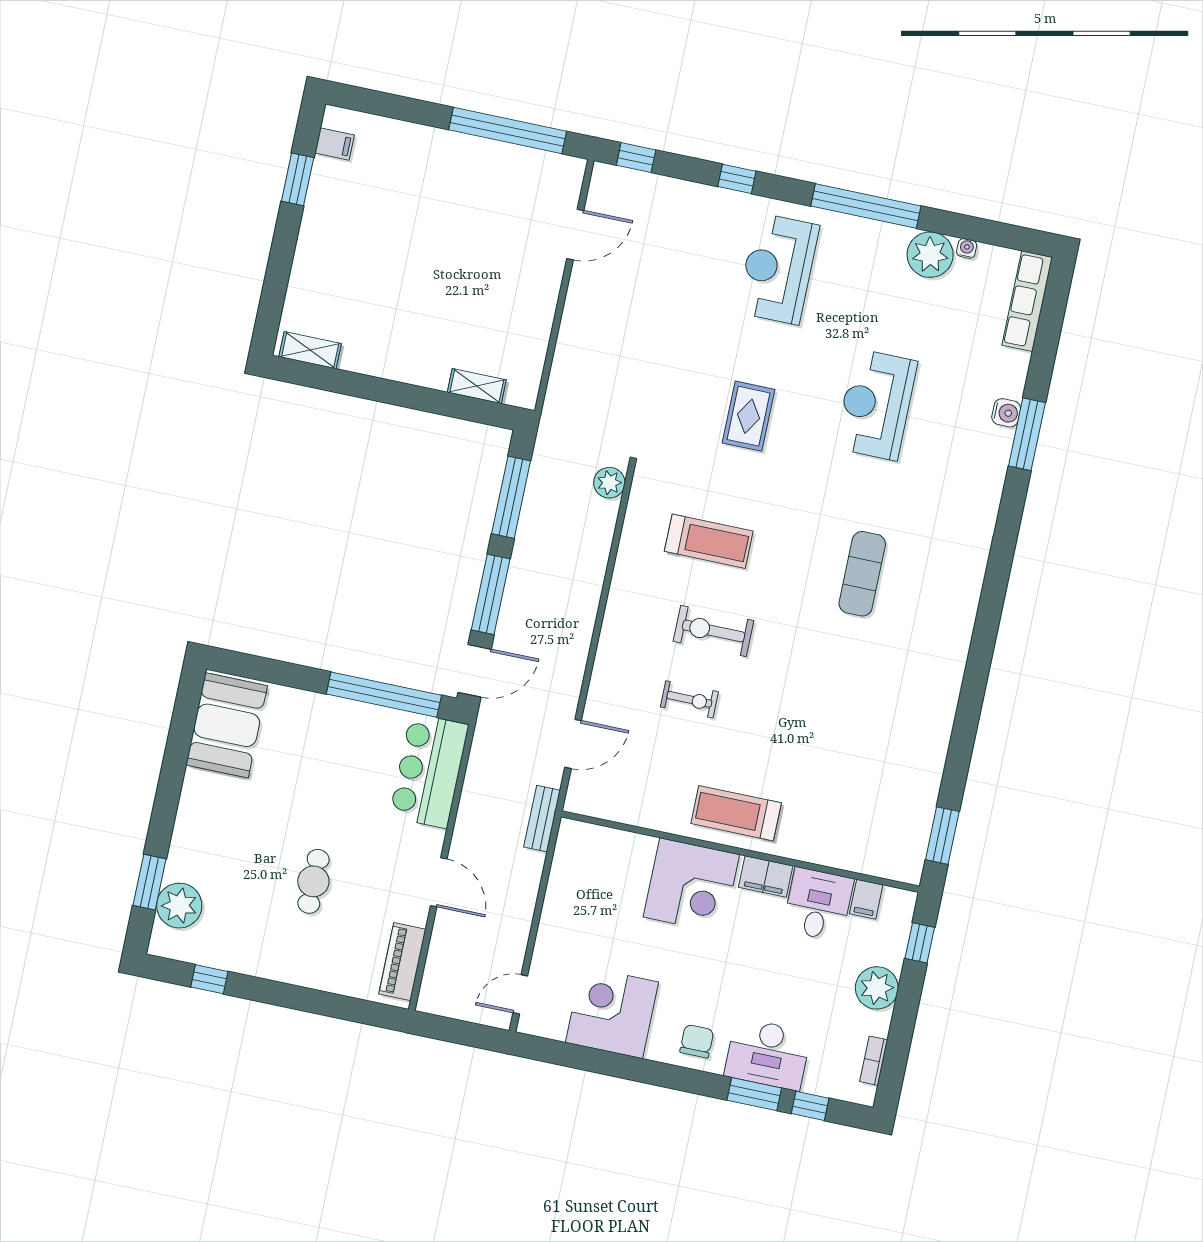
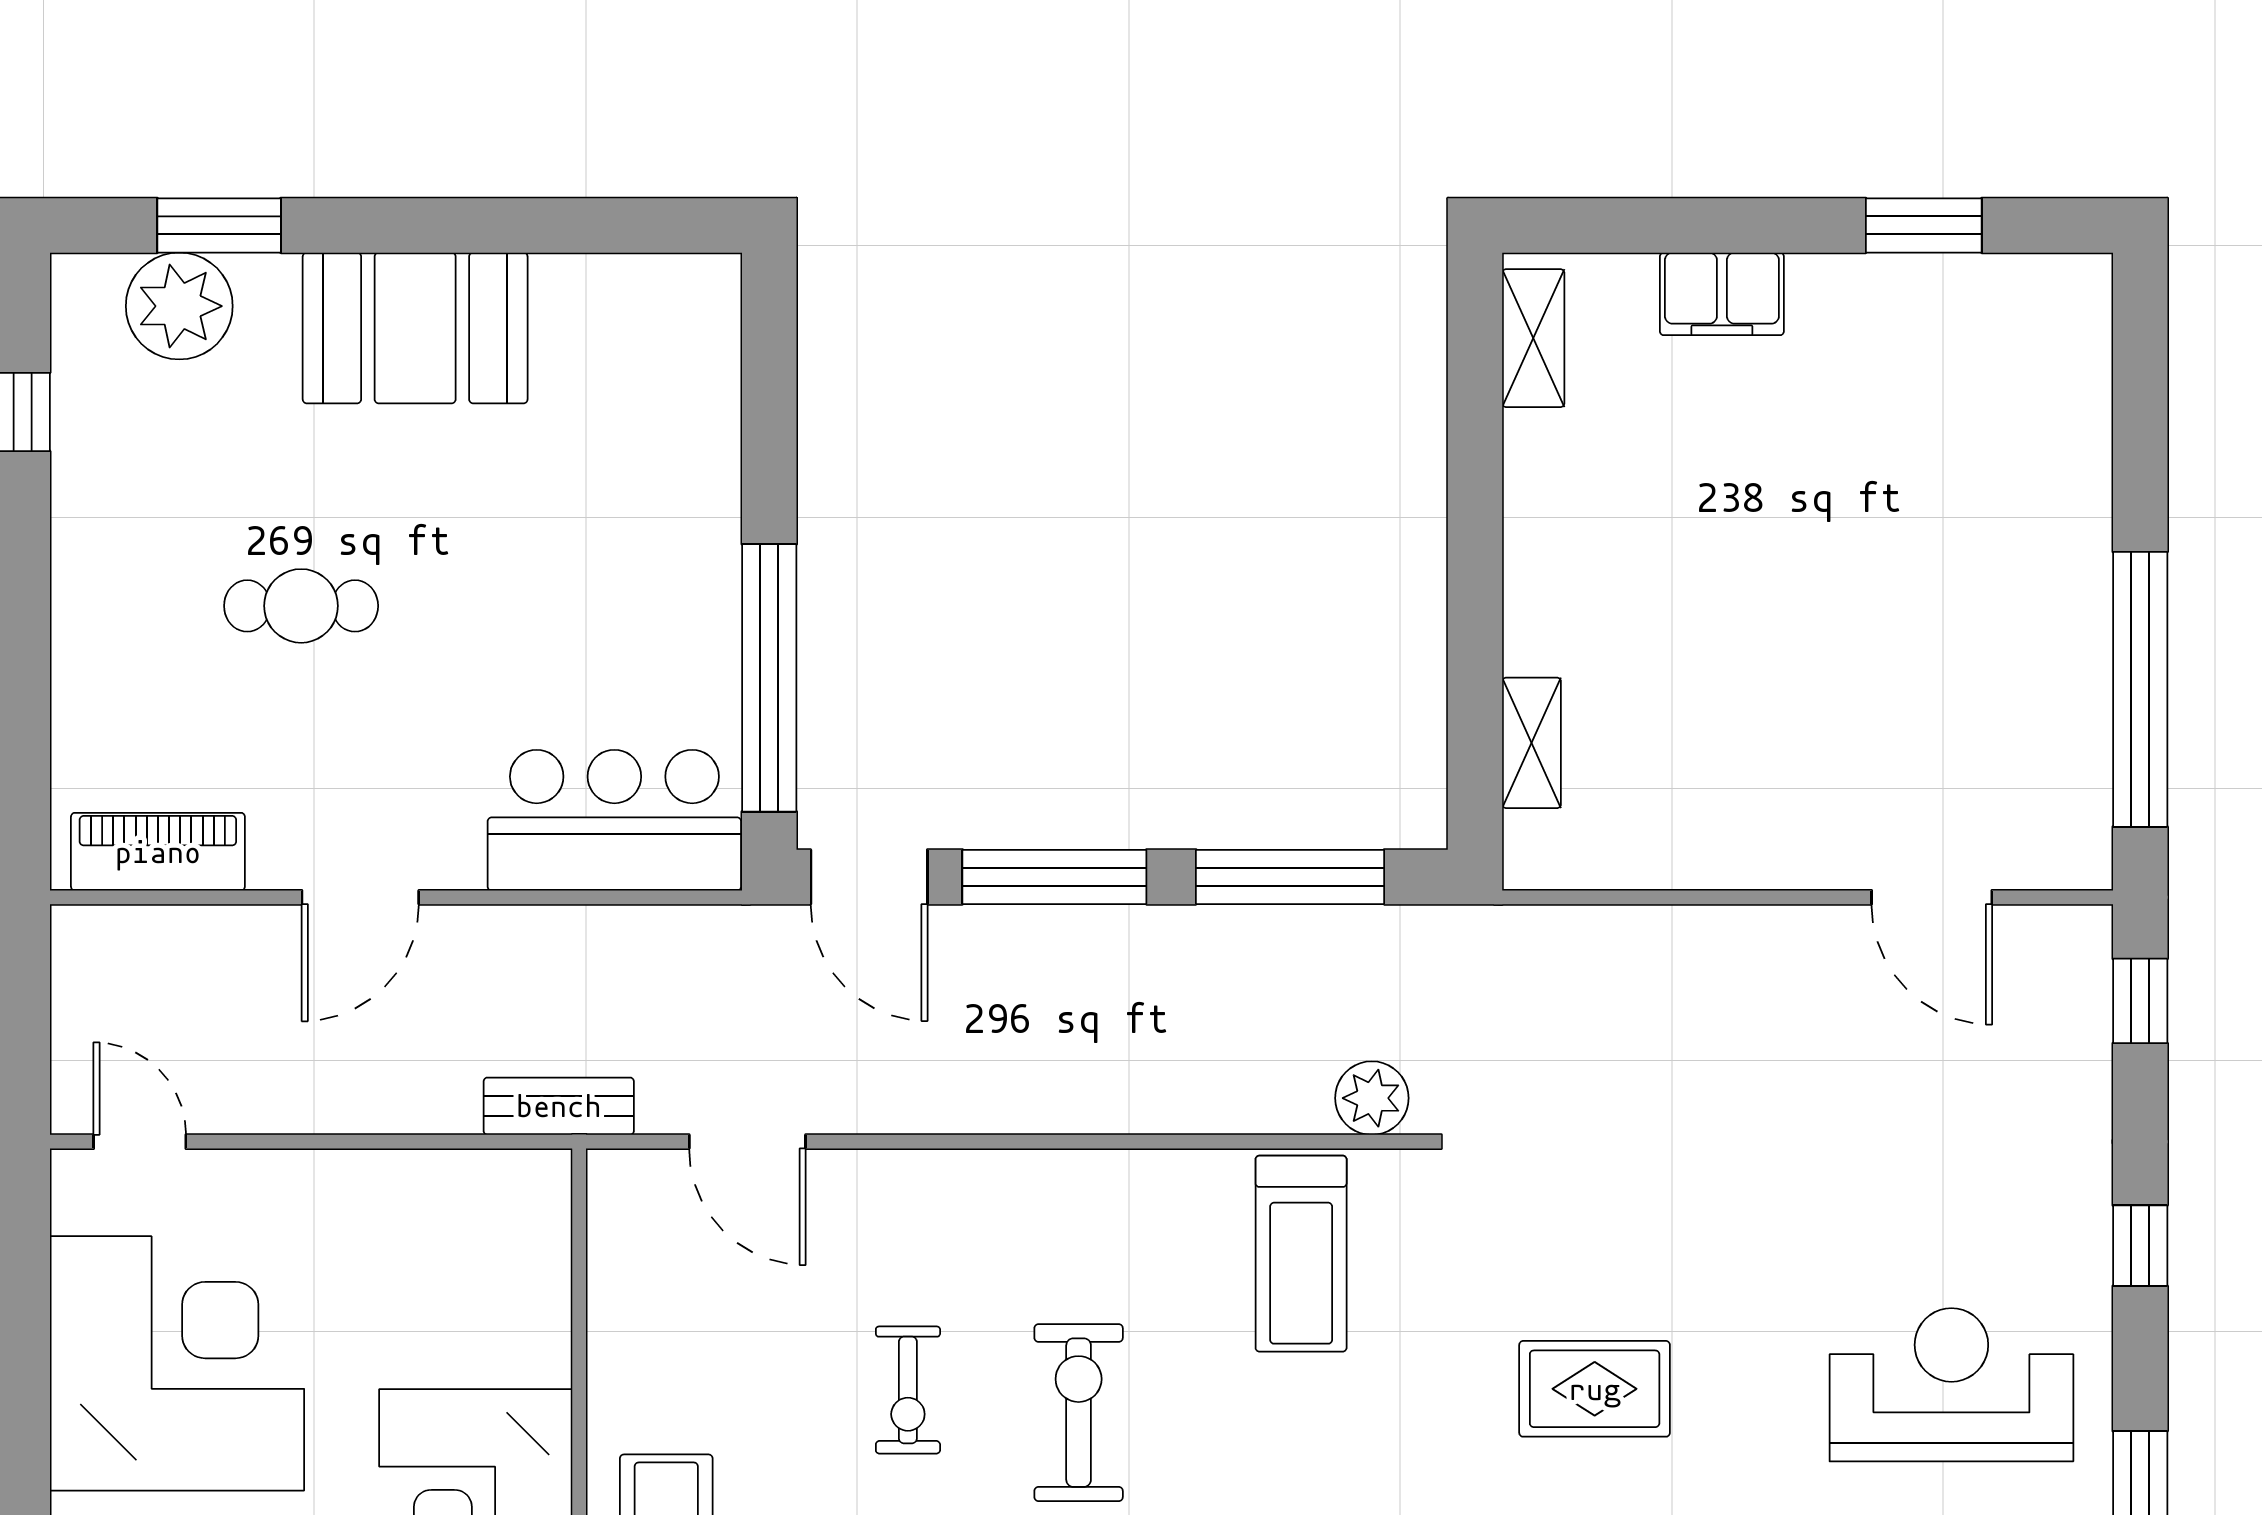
filing cabinet: (335, 144) -> (1722, 294), moved, width x2.00
treadmill: (709, 541) -> (1301, 1254), moved
booth: (227, 725) -> (415, 328), moved
corner desk: (612, 1012) -> (177, 1363), width x1.36, depth x1.36

